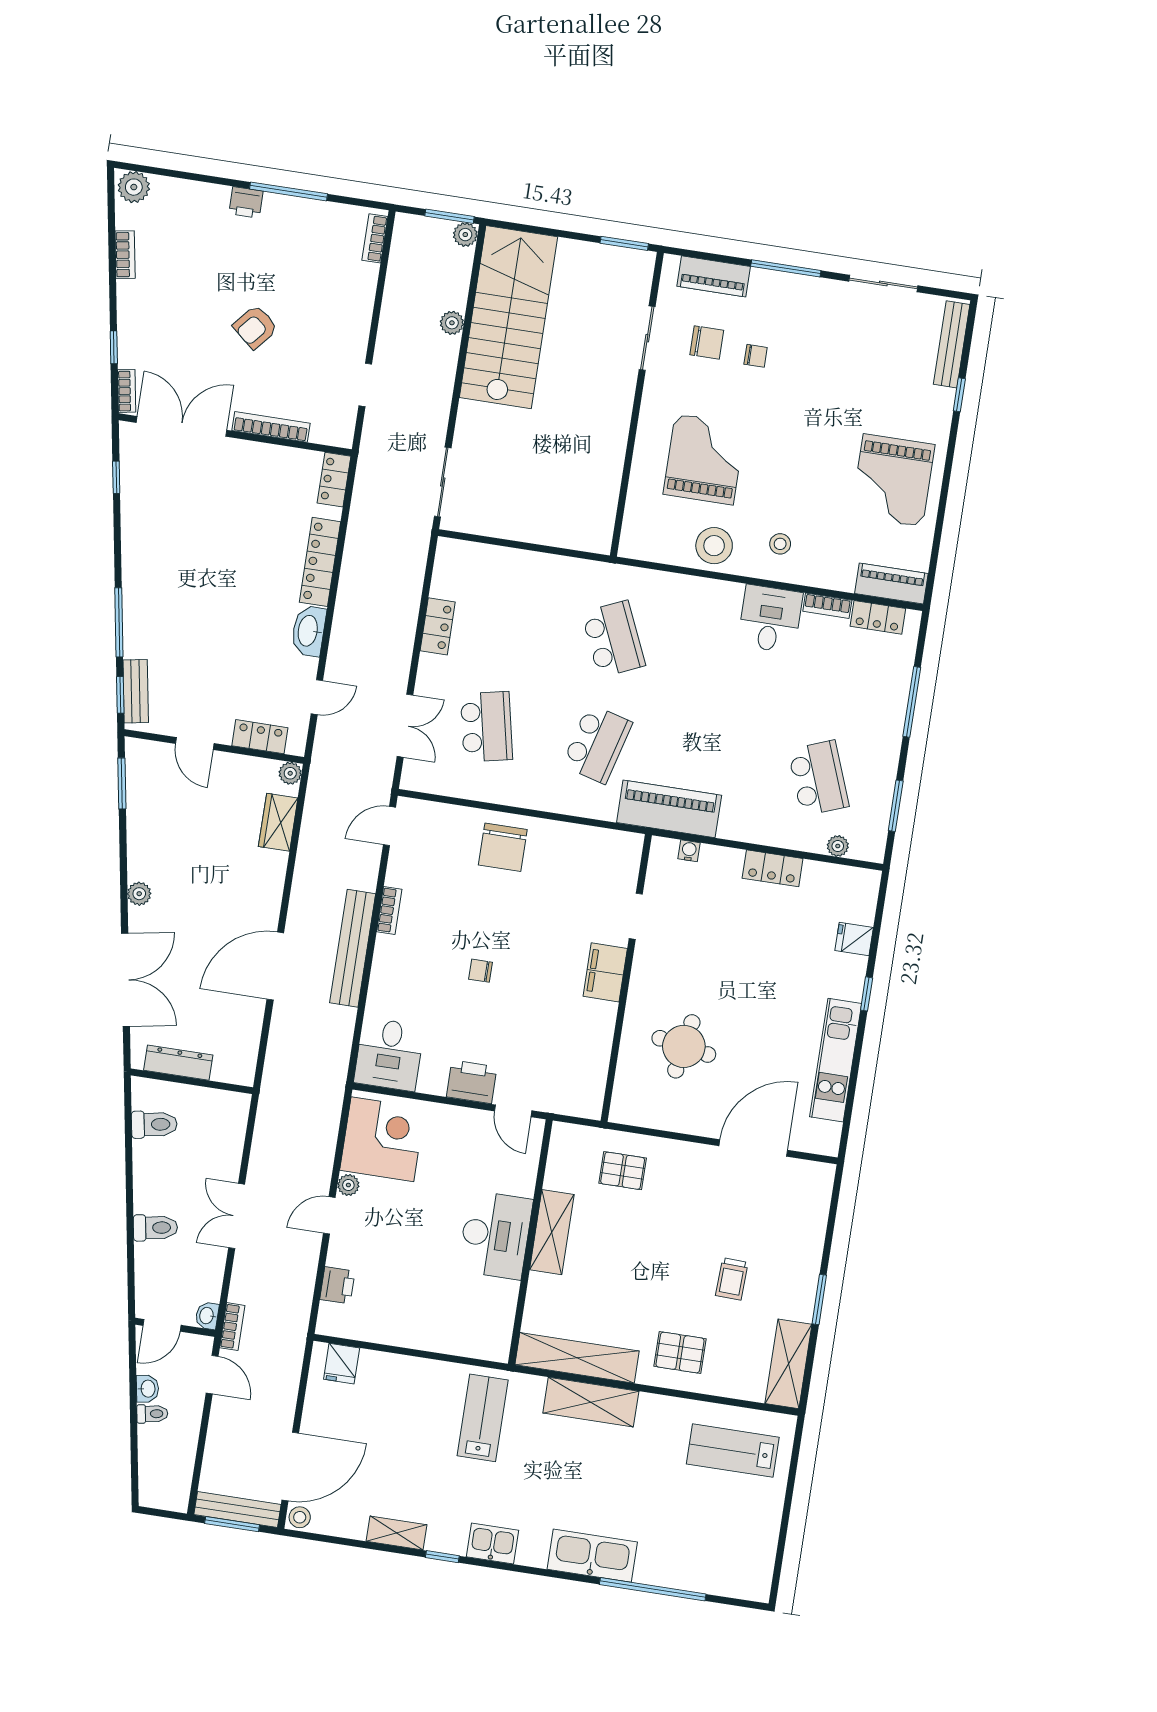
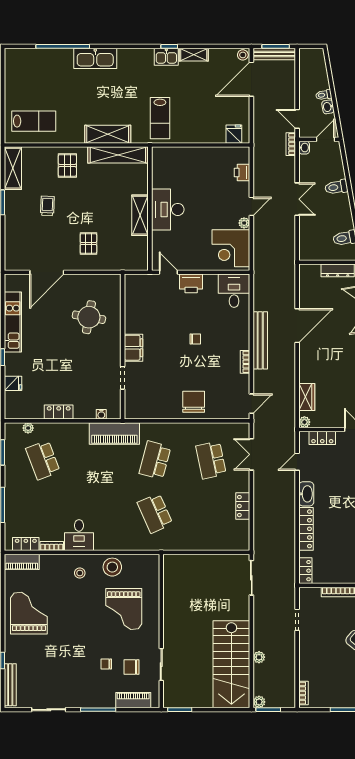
pallet: (623, 1171) -> (88, 243), moved, turned 90
pallet: (680, 1353) -> (67, 165), turned 90
kitchen sink: (492, 1543) -> (166, 57), moved

